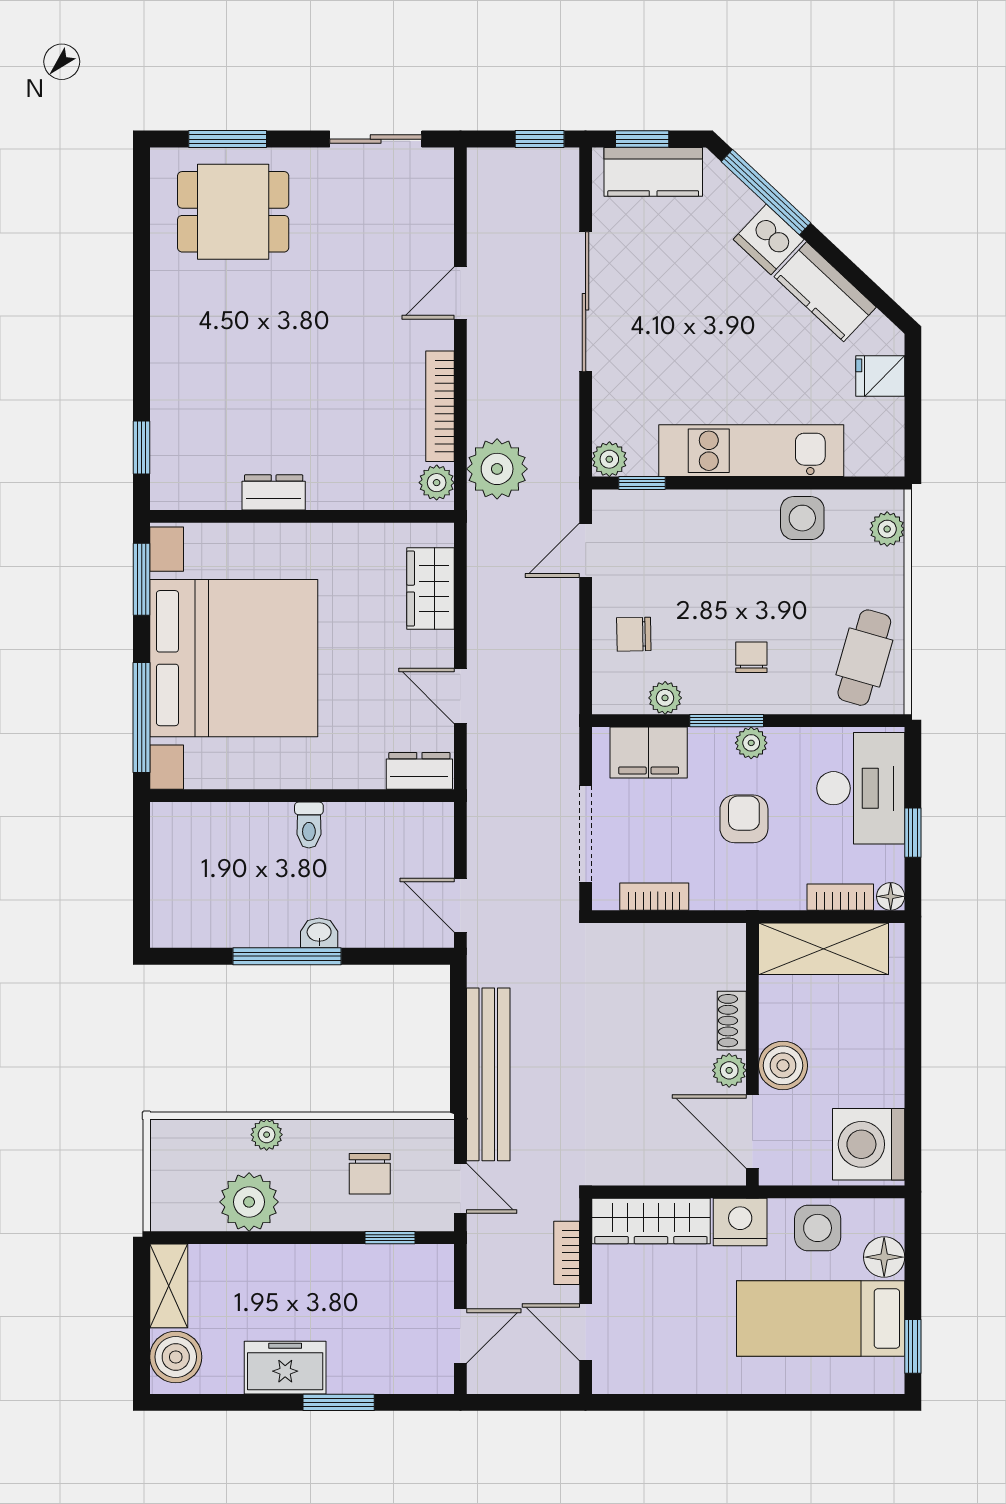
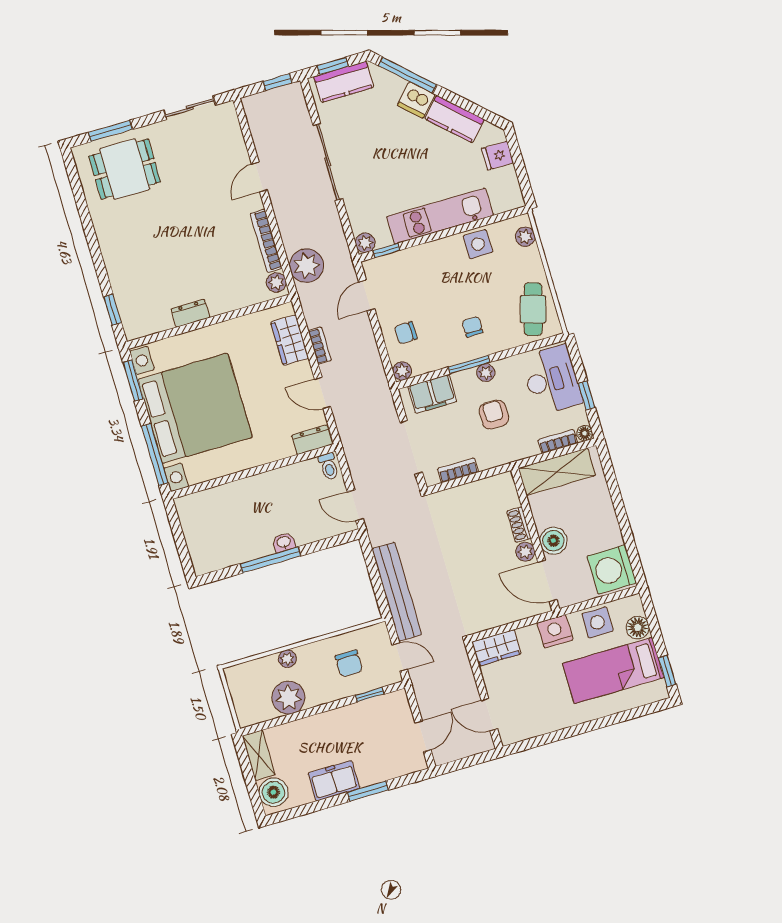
plant: (665, 698) -> (402, 371), moved
toilet: (309, 825) -> (329, 466), moved
wardrobe: (651, 1221) -> (496, 648), width x0.67
bookcase: (567, 1253) -> (320, 346), moved, turned 180

